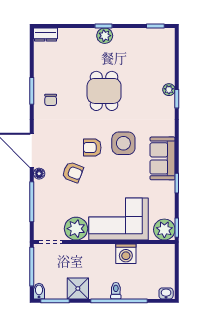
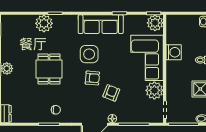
plant: (169, 90) -> (44, 23), width x1.87, depth x1.87
dining table: (104, 91) -> (49, 69), turned 90
armchair: (92, 148) -> (92, 78), turned -85
sofa: (163, 158) -> (101, 24), width x1.36

